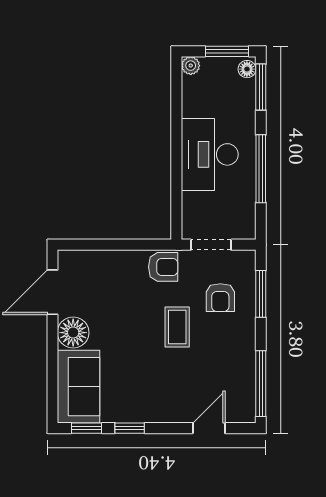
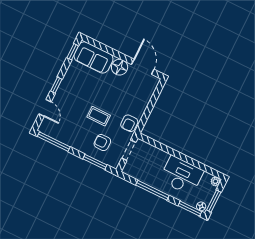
desk: (210, 154) -> (181, 175), moved
window: (130, 428) -> (56, 85), moved

